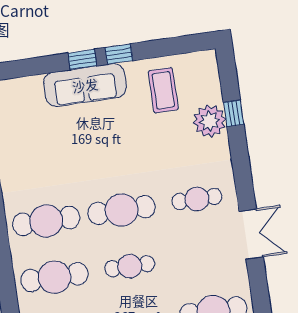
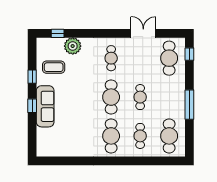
window: (119, 54) -> (32, 77), moved
window: (234, 113) -> (58, 33), moved
double door: (251, 234) -> (143, 33), moved
cafe table: (54, 277) -> (140, 136), width x0.73, depth x0.74

